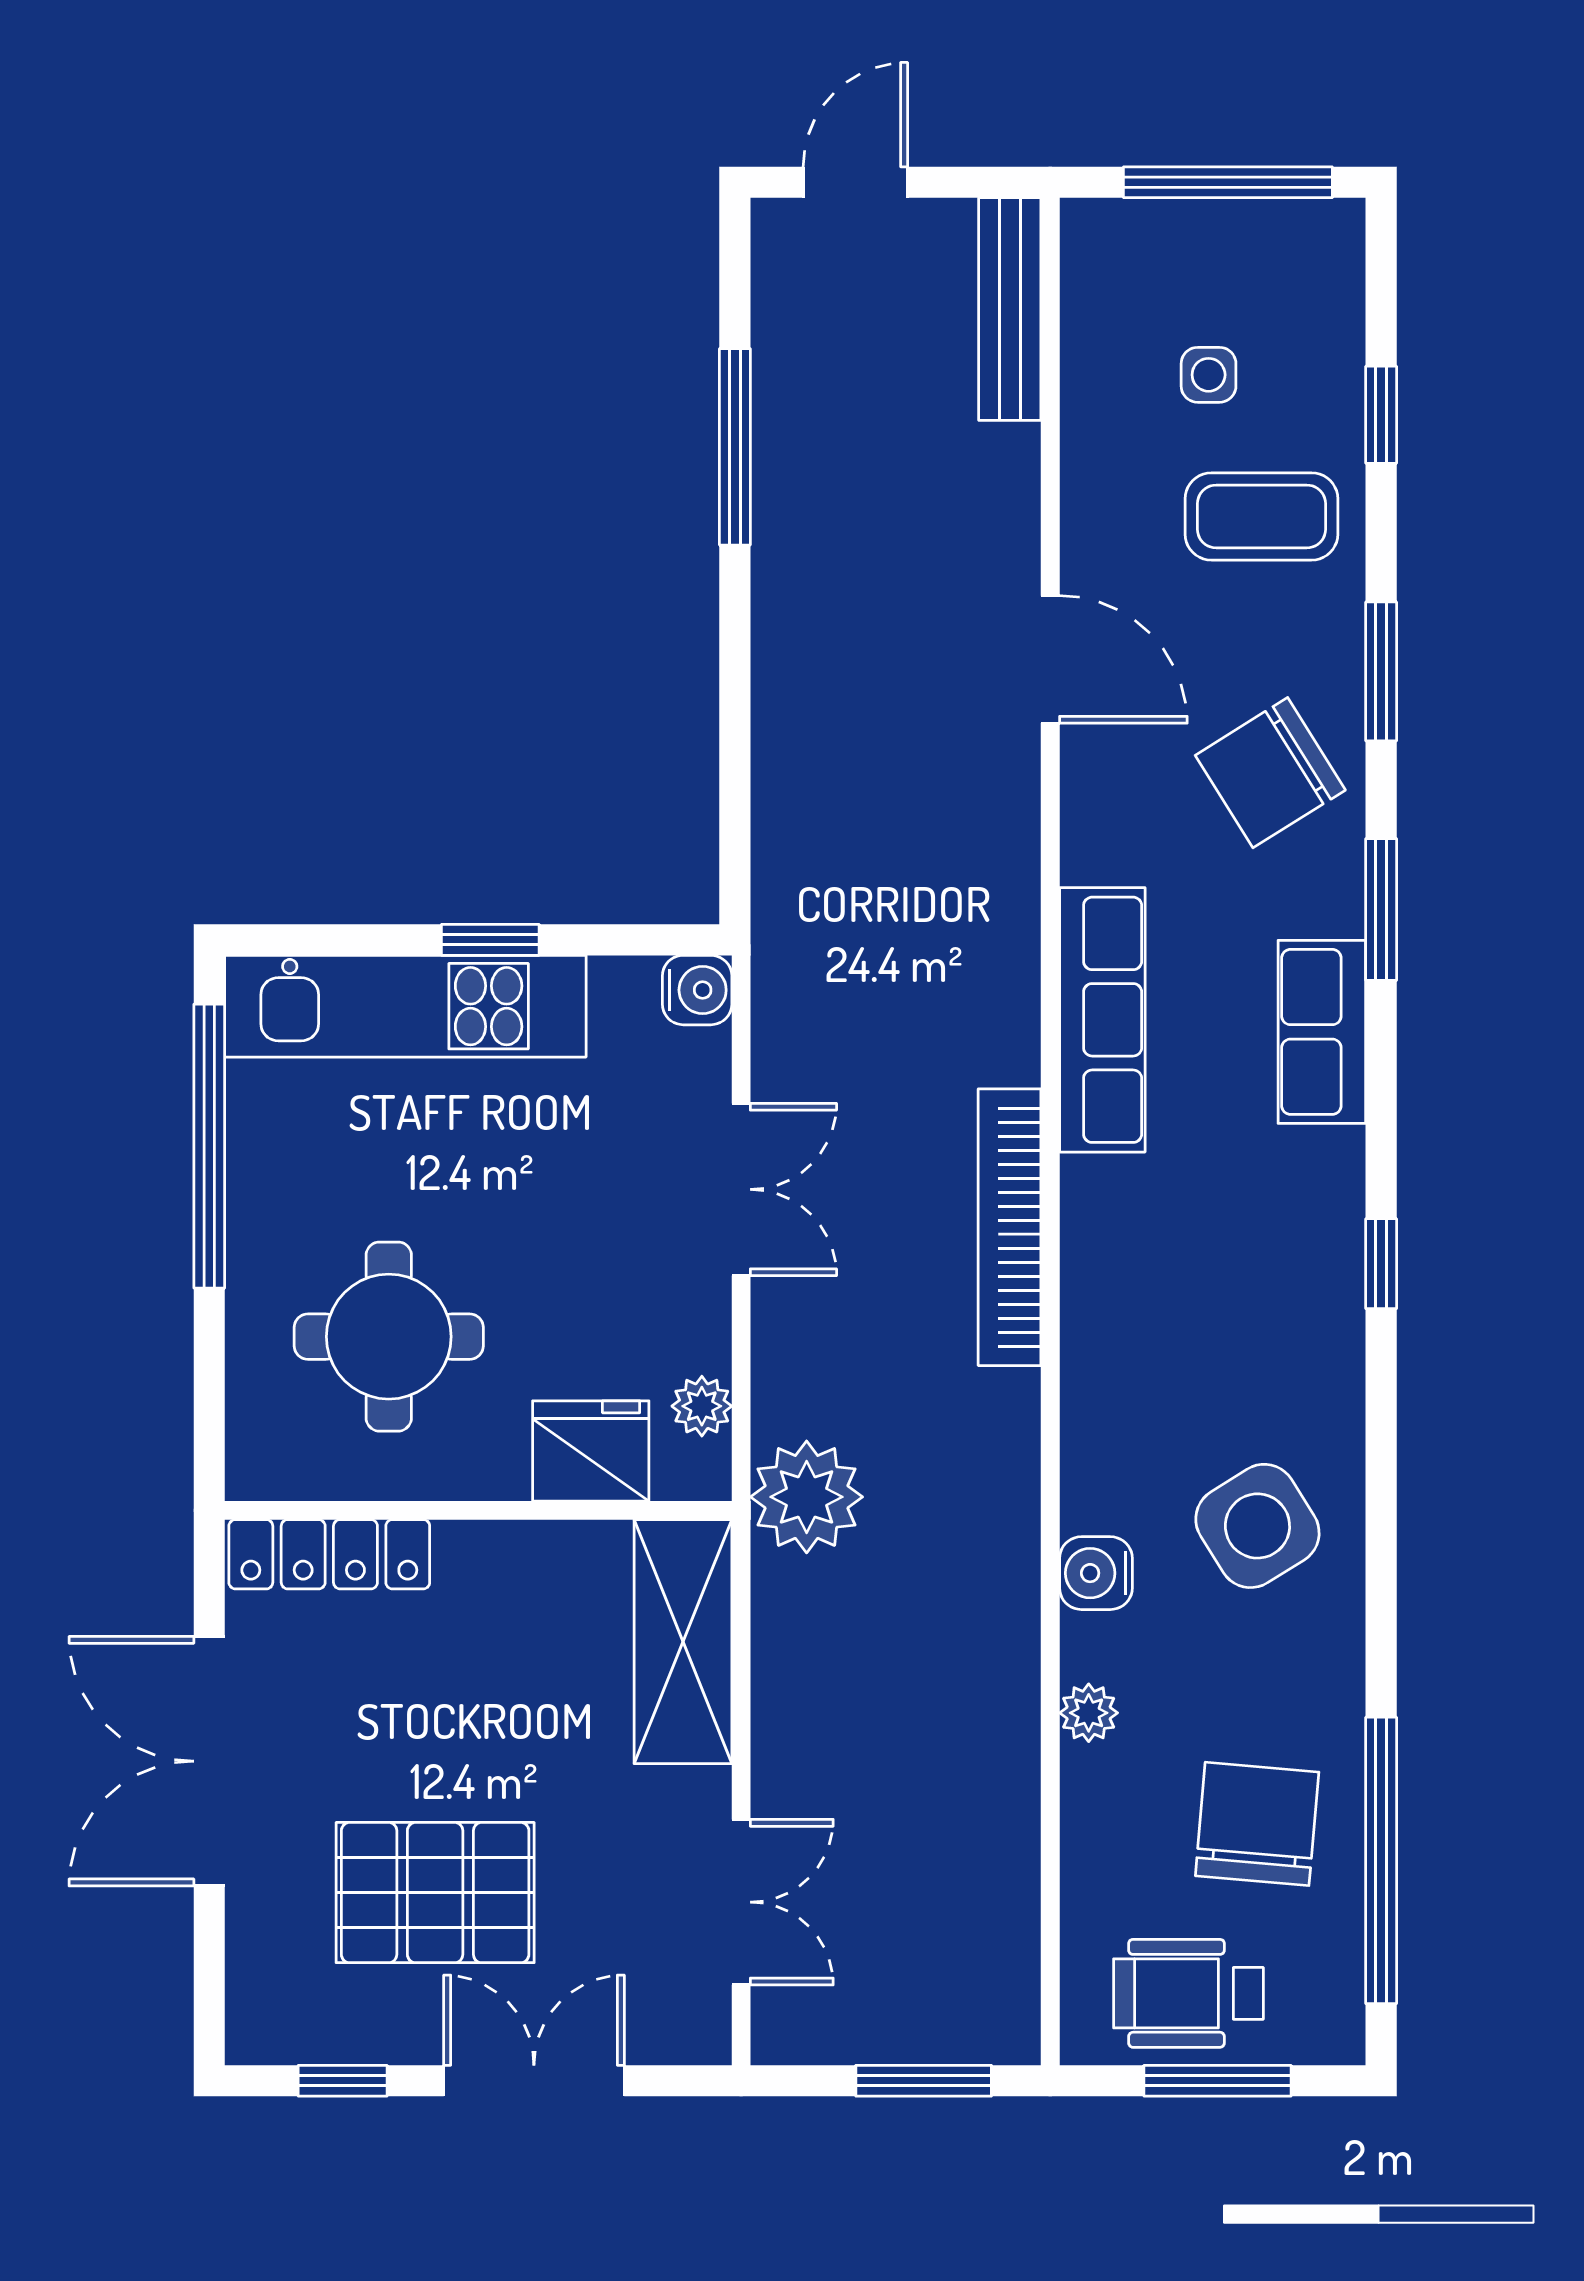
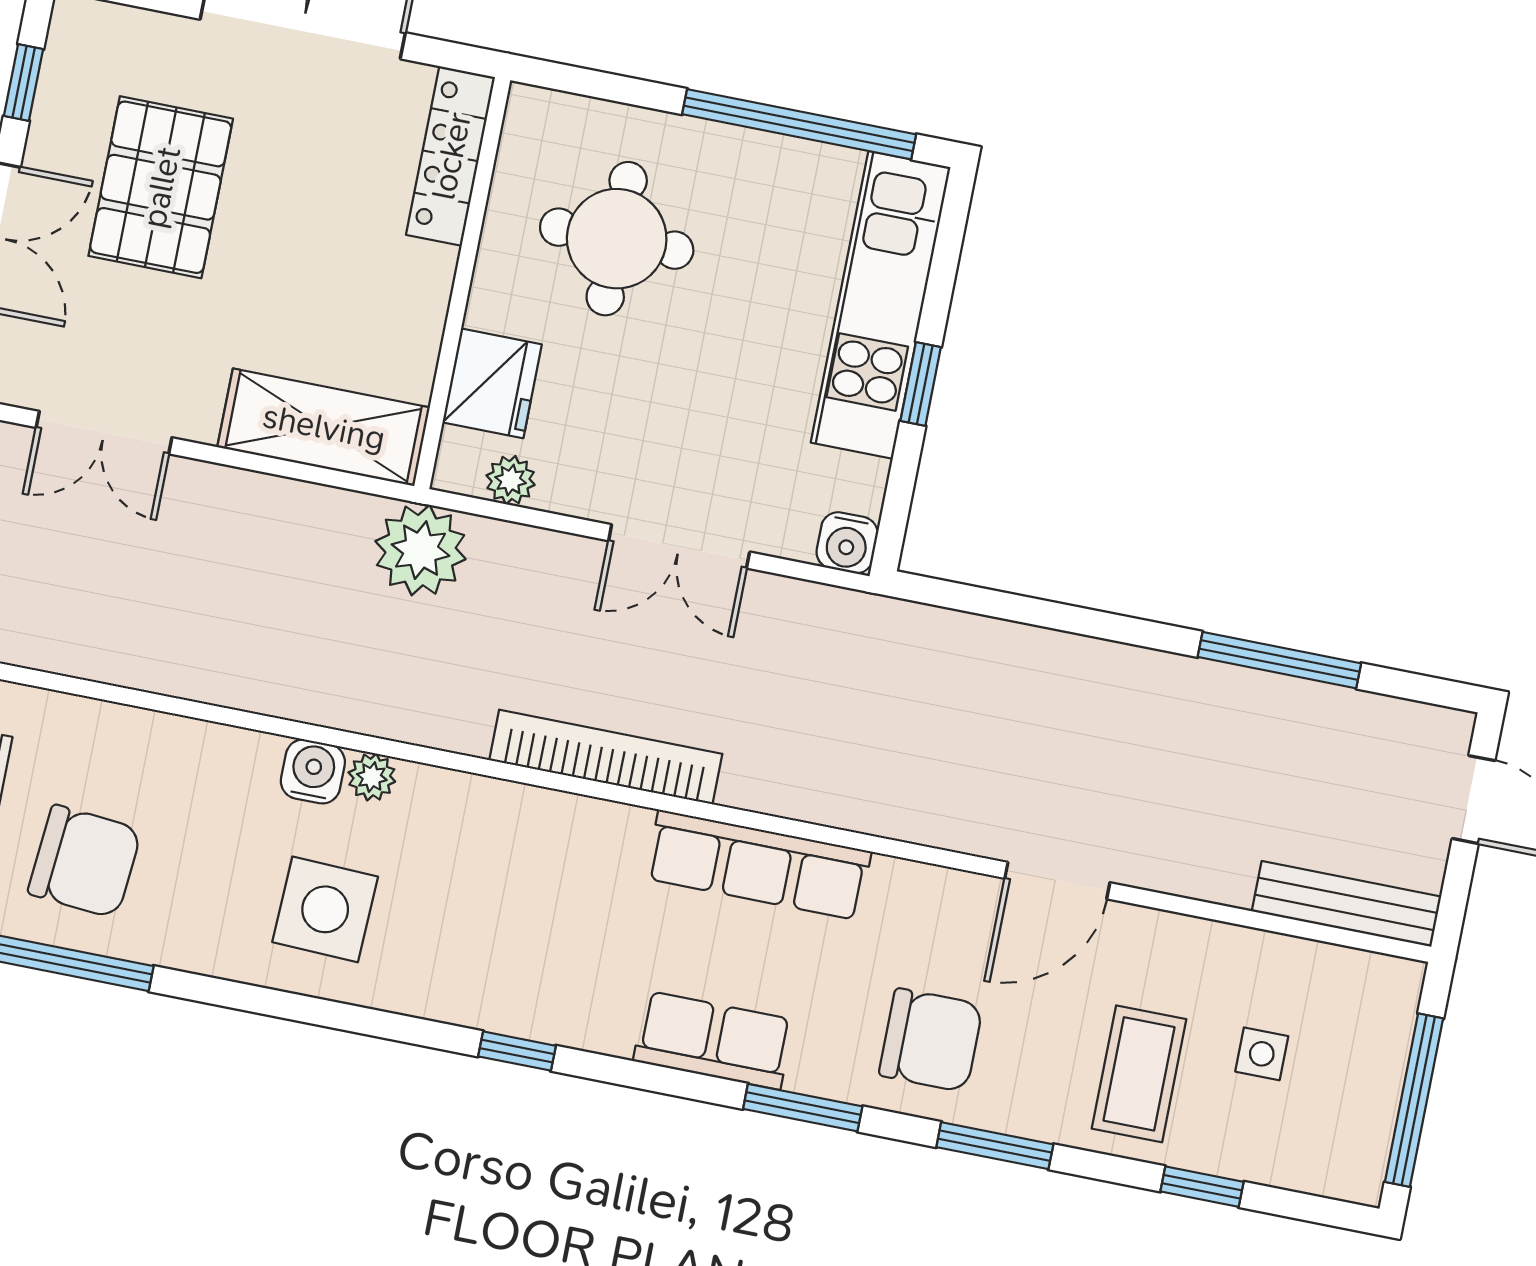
chair: (1270, 773) -> (931, 1040), turned 122
side table: (1257, 1526) -> (325, 909), turned 34
plant: (1089, 1713) -> (372, 777), moved

